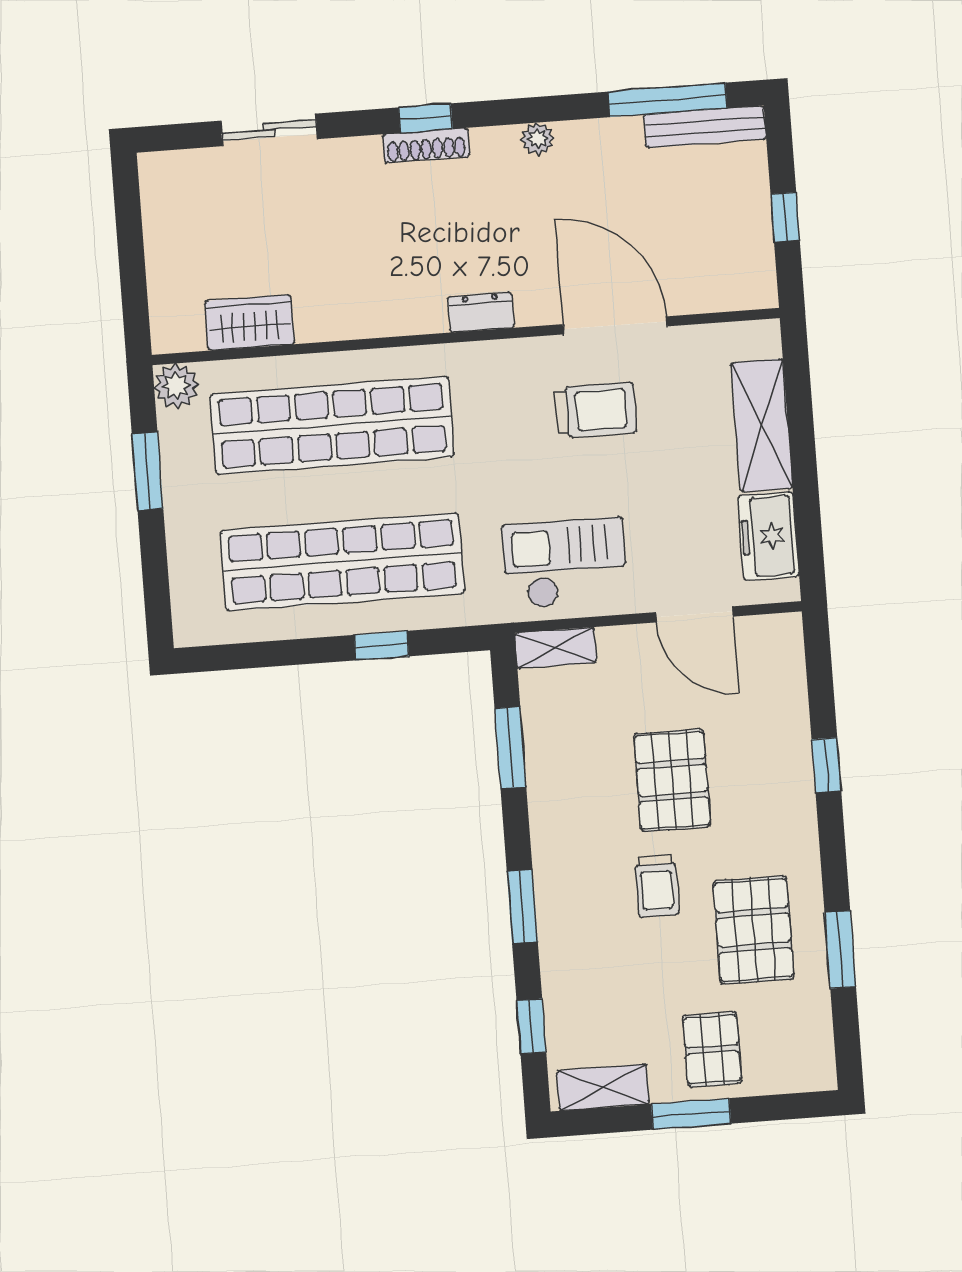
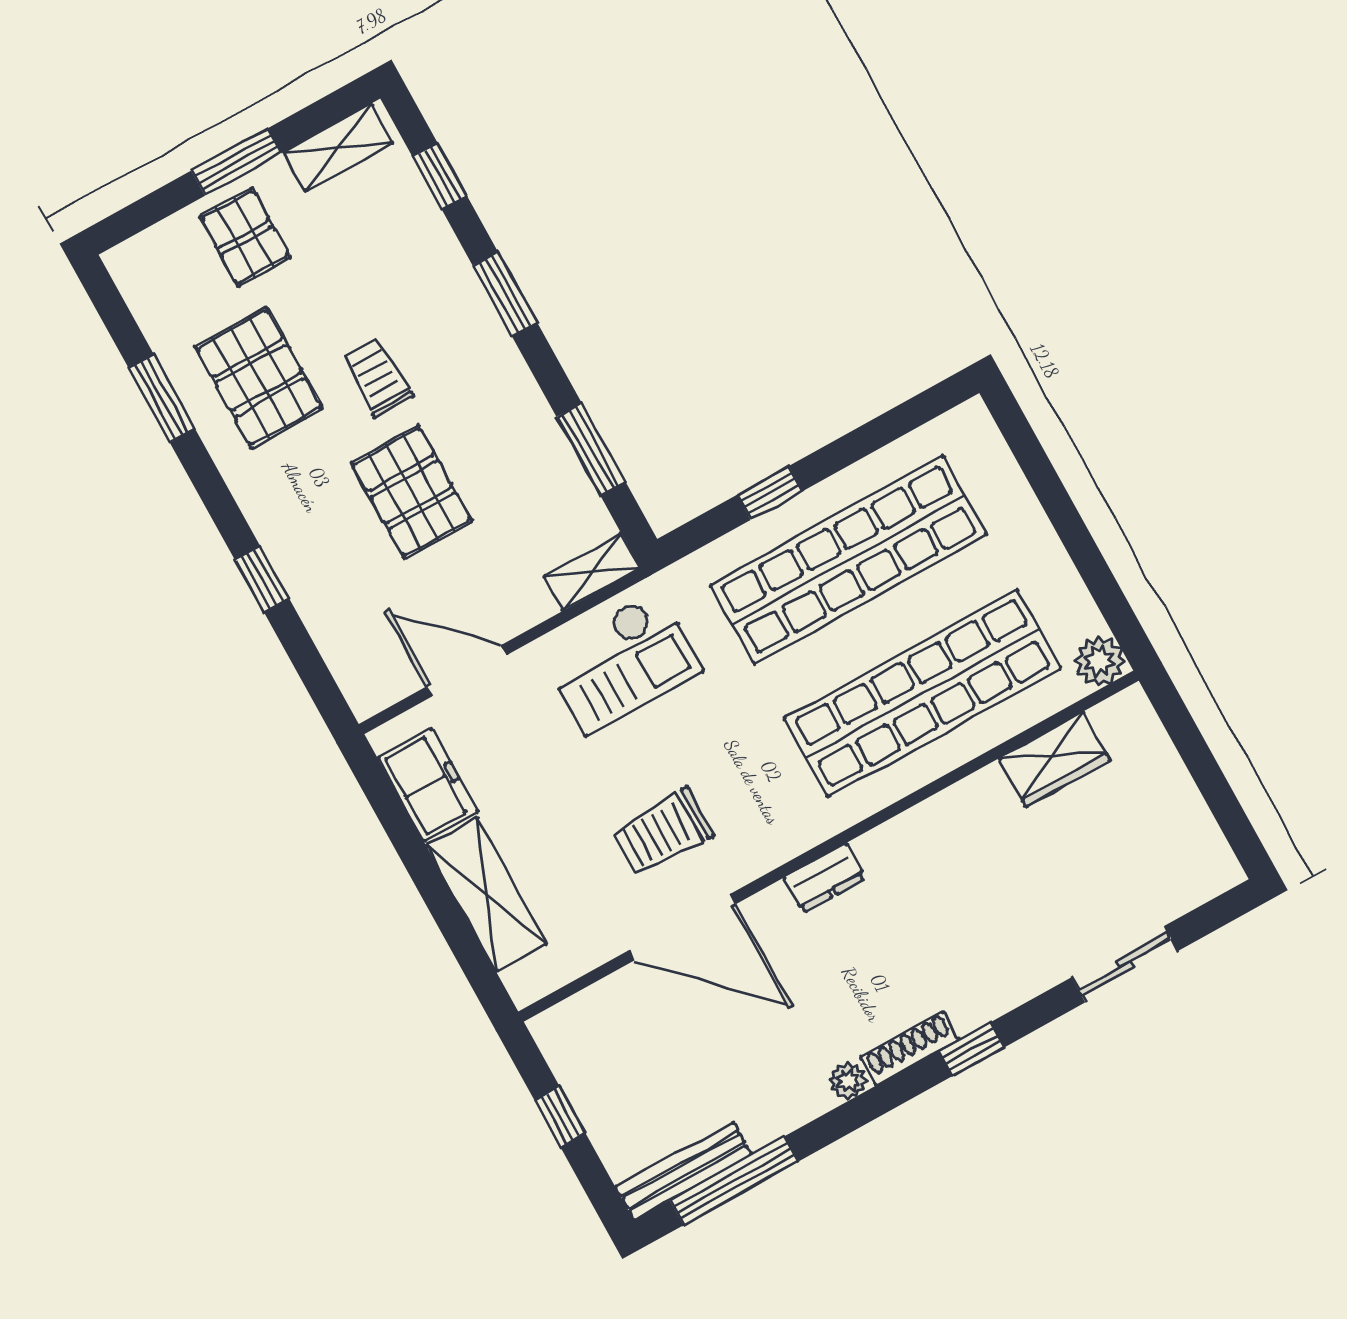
shoe rack: (426, 145) -> (910, 1048), moved
window: (148, 471) -> (1089, 561), removed

